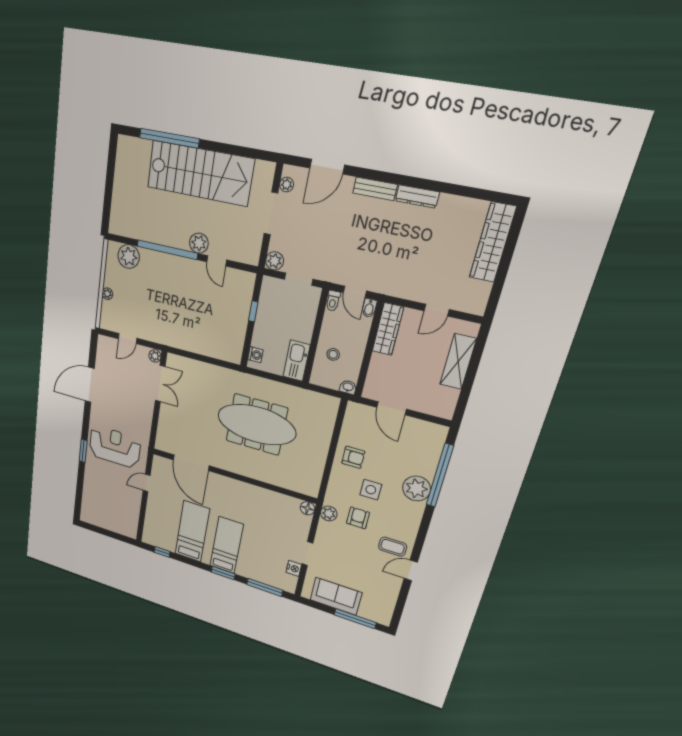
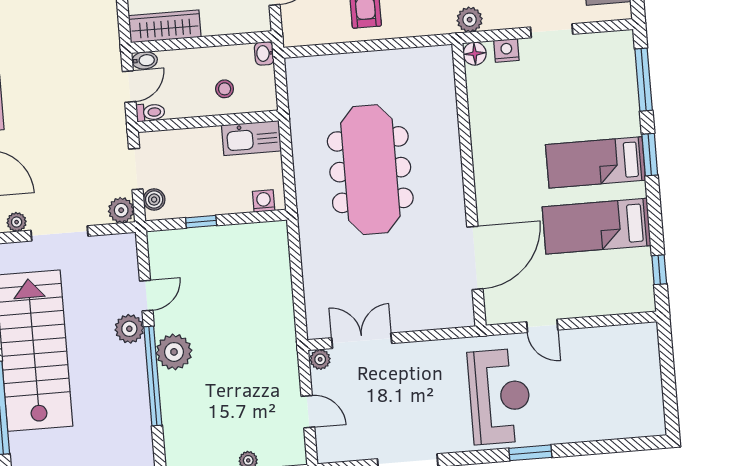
plant: (129, 256) -> (174, 352), moved
boiler: (275, 285) -> (154, 200), added
reception desk: (115, 447) -> (500, 396), turned 180
nightstand: (294, 568) -> (506, 50), moved

